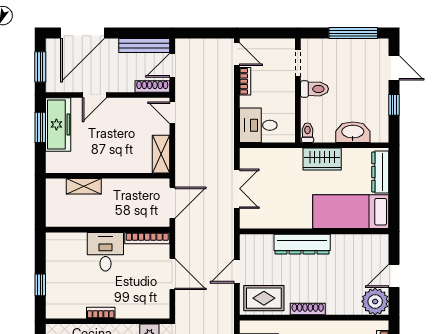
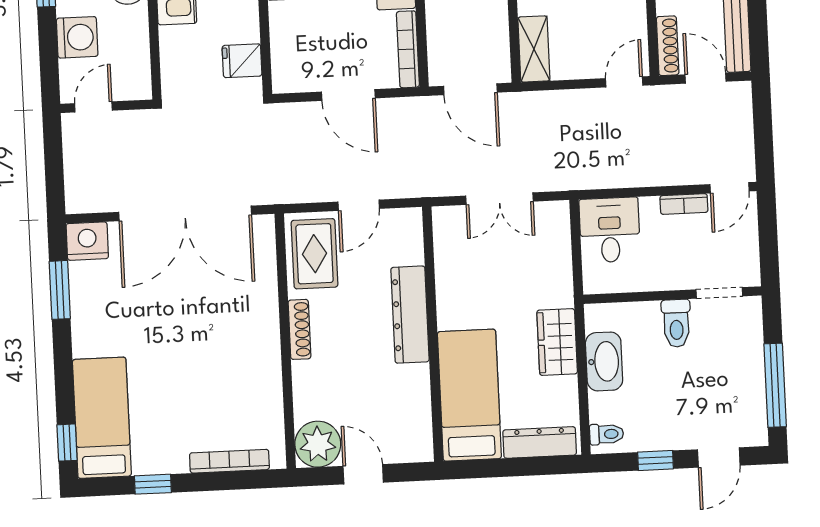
washbasin: (353, 132) -> (604, 361), moved
toilet: (307, 133) -> (607, 434), moved
shelving: (161, 154) -> (534, 49), moved, turned 90
door: (237, 271) -> (359, 205), swing flipped
door: (172, 274) -> (348, 95), hinge flipped

